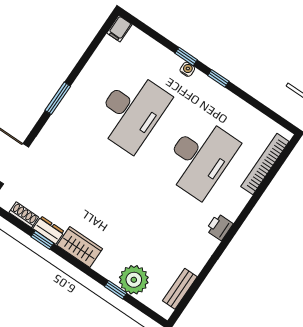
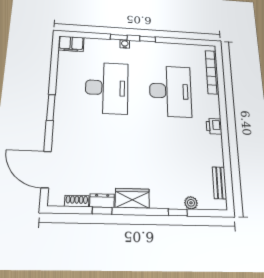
filing cabinet: (119, 29) -> (71, 44), width x2.00
plant: (134, 280) -> (191, 203), width x0.53, depth x0.53

